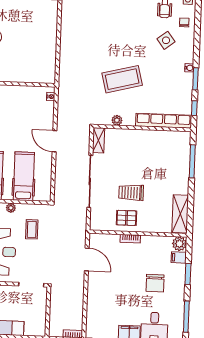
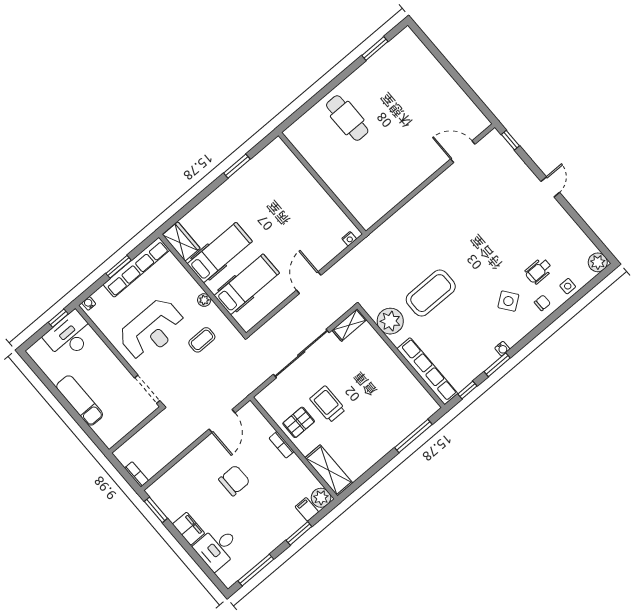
coffee table: (122, 79) -> (431, 293), turned -76
plant: (117, 120) -> (390, 321), width x1.88, depth x1.88
shelving: (180, 214) -> (329, 470), moved, turned 90
pallet: (126, 218) -> (299, 422), turned 90
chair: (155, 283) -> (234, 480), moved, turned 180

